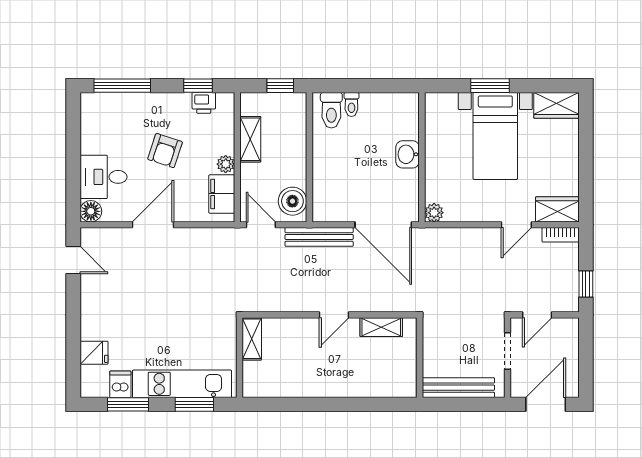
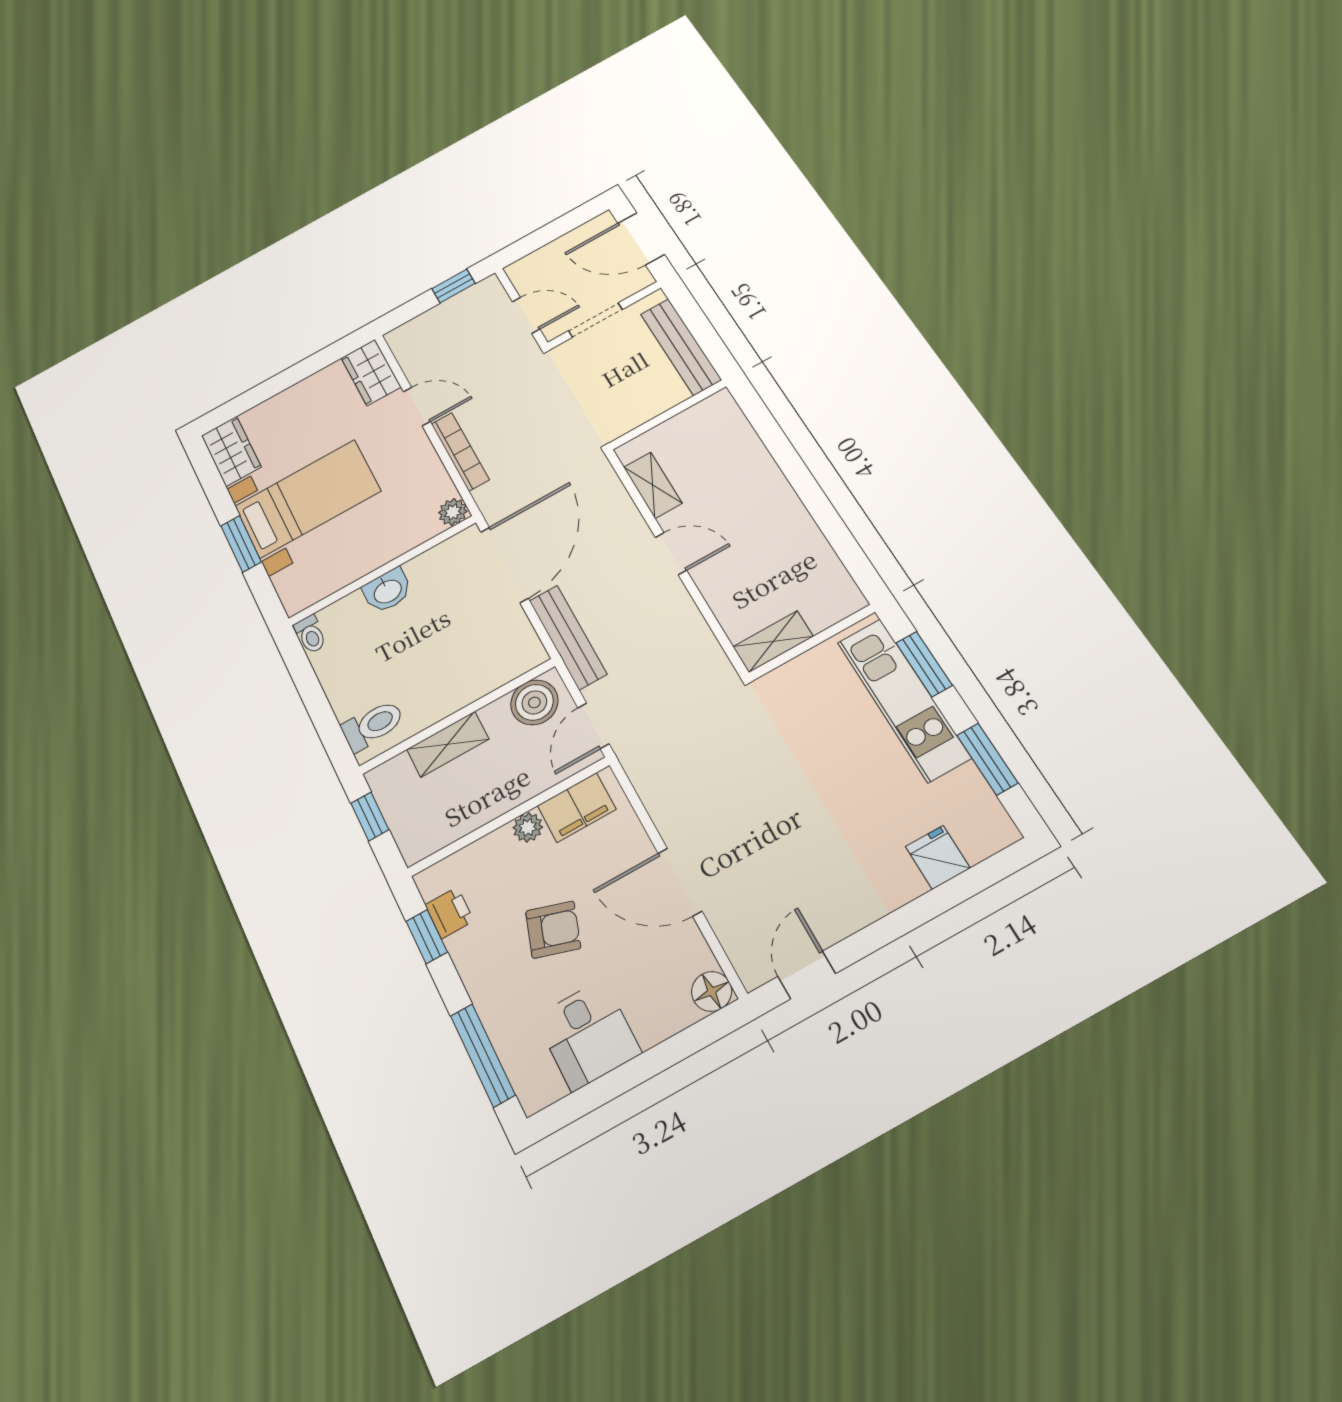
toilet: (351, 104) -> (310, 634), moved, turned 90
shelving: (250, 139) -> (448, 744), moved
desk: (103, 177) -> (588, 1035), moved
bookcase: (561, 235) -> (460, 452), moved, width x1.56
dishwasher: (120, 384) -> (963, 789), removed

